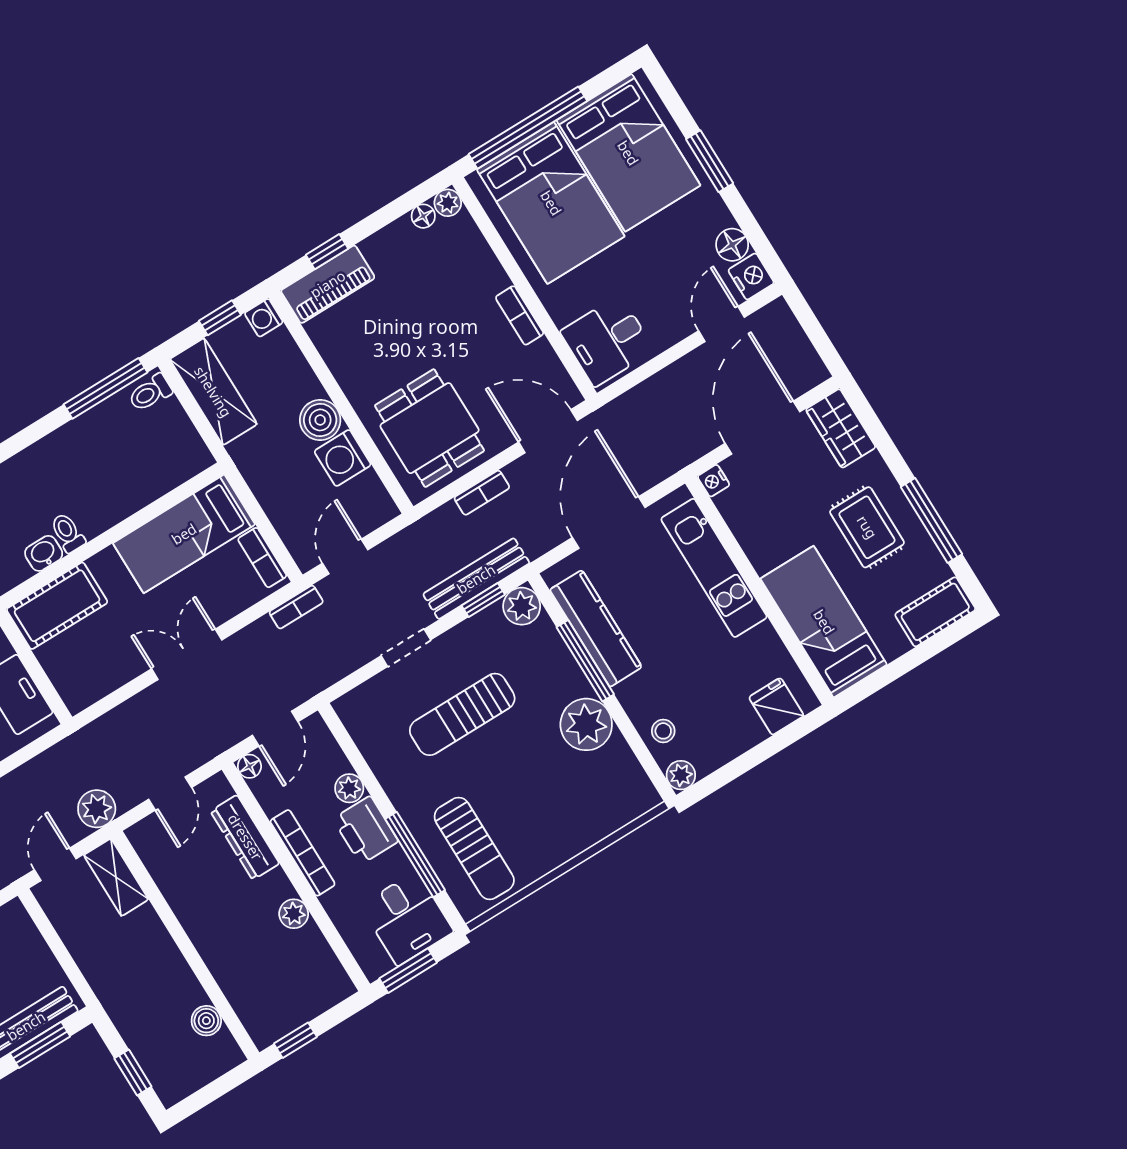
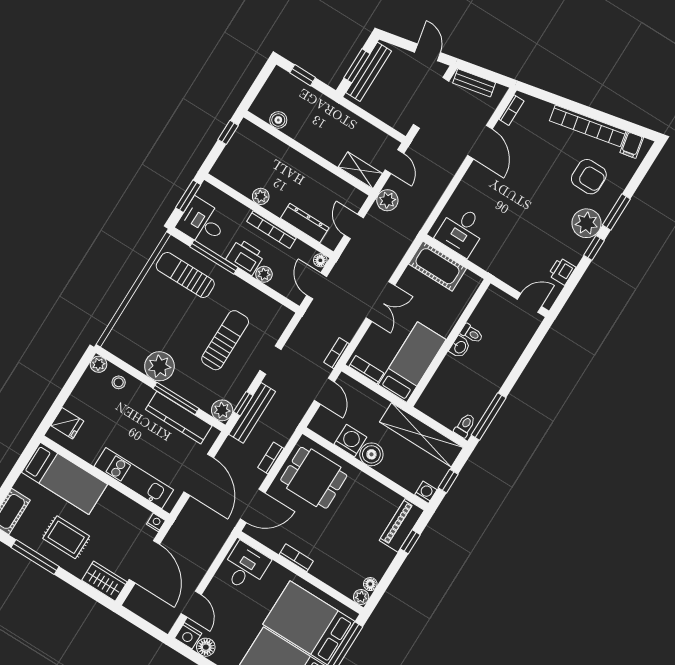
shelving: (213, 392) -> (421, 435), width x1.47
washbasin: (44, 553) -> (460, 347), moved
cot: (57, 606) -> (437, 266), moved, turned 90

